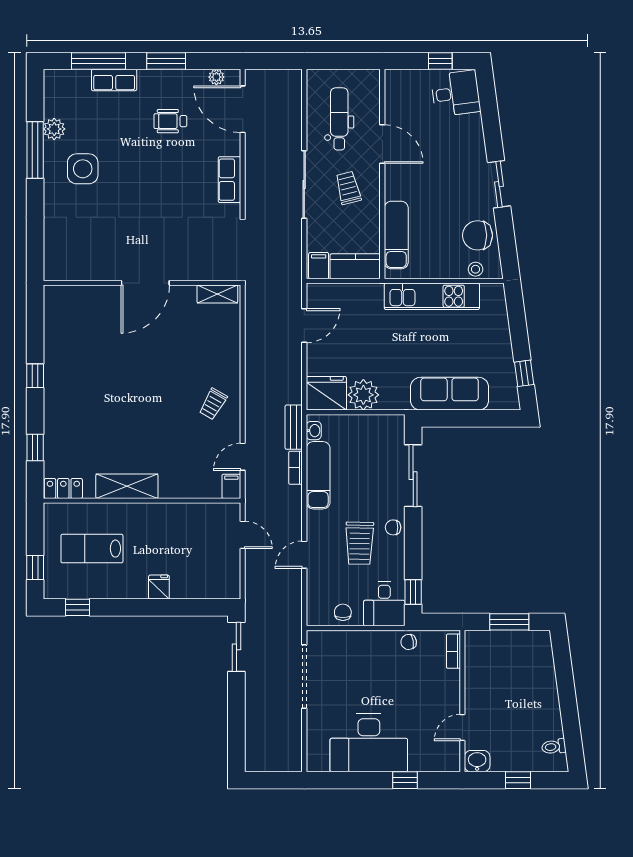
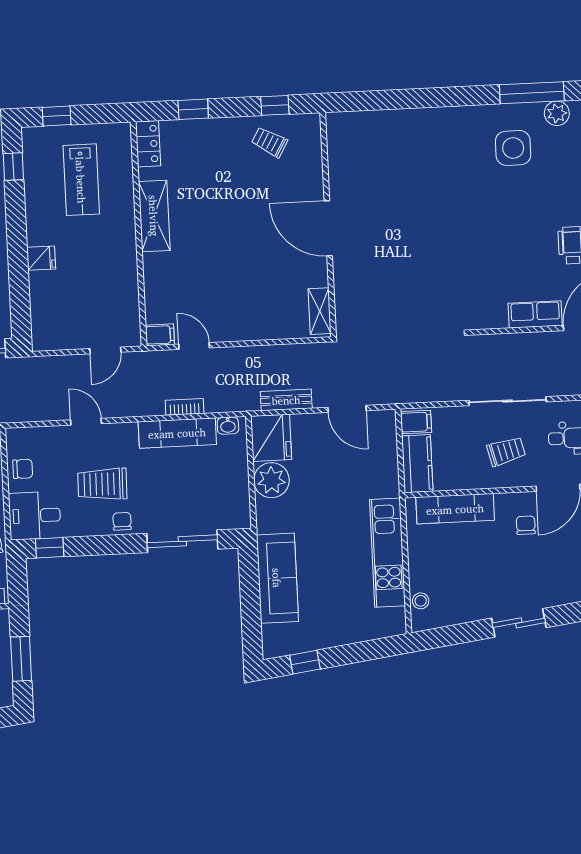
row of seats: (229, 180) -> (535, 314), moved
chair: (477, 235) -> (526, 525), moved, width x0.54, depth x0.54
wall: (142, 283) -> (328, 225), moved
door: (145, 283) -> (328, 228), moved
shelving: (217, 294) -> (320, 311), moved
trolley: (213, 404) -> (269, 142), moved
bench: (294, 427) -> (286, 400), moved
lab bench: (92, 549) -> (81, 180), turned 180

